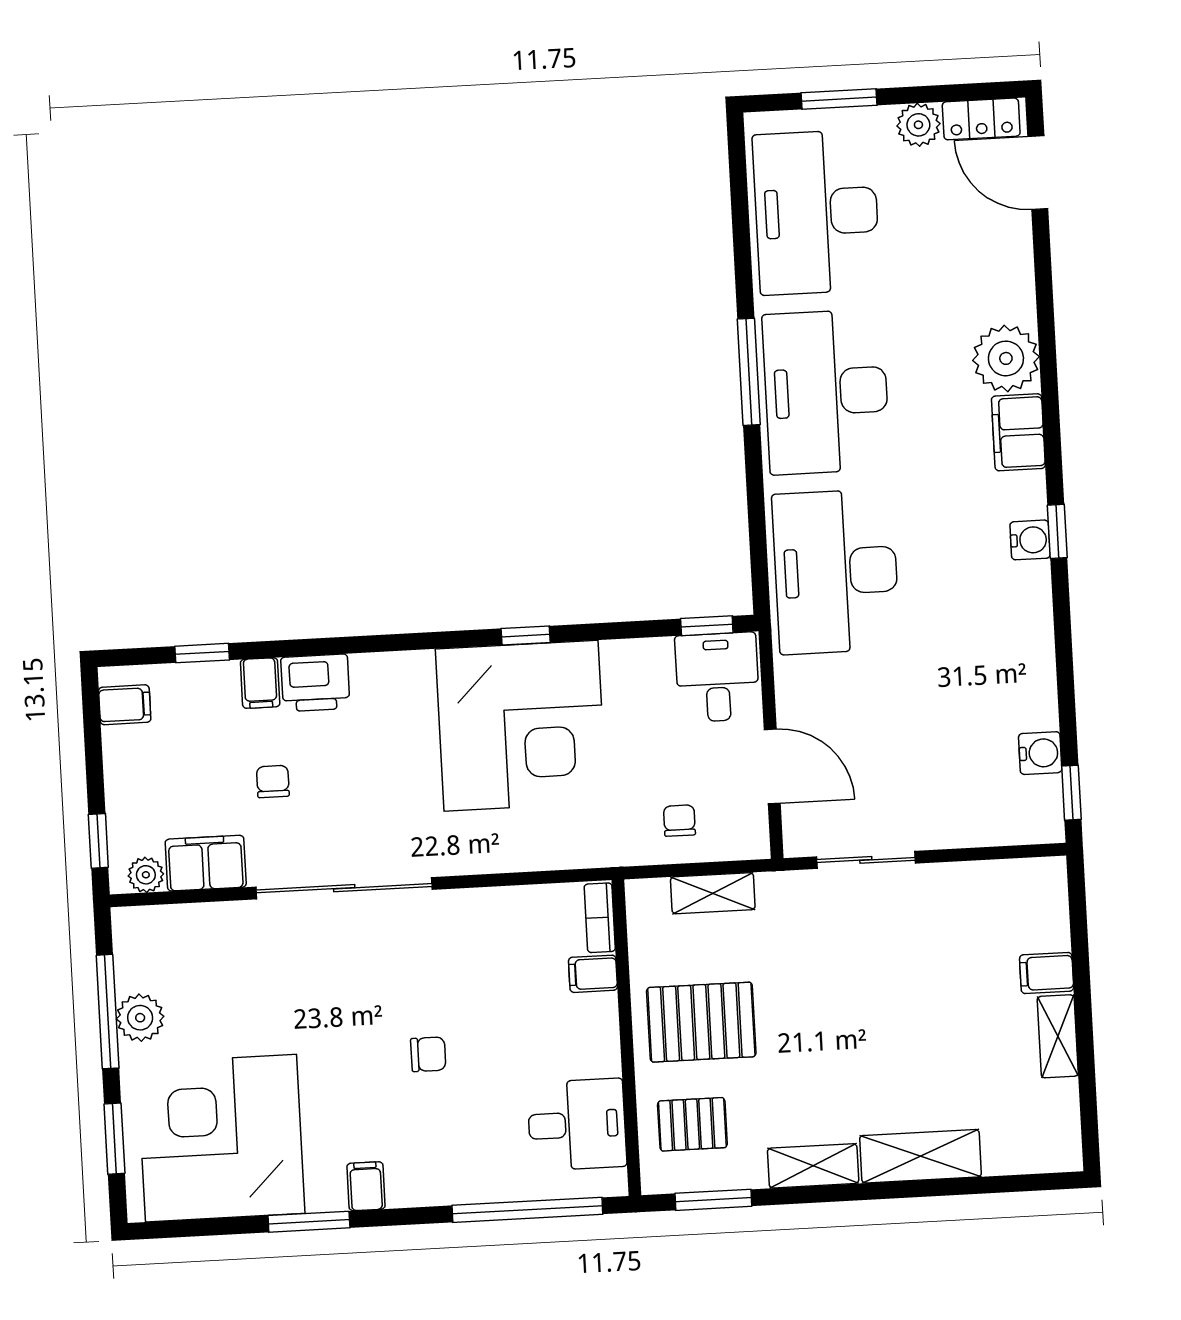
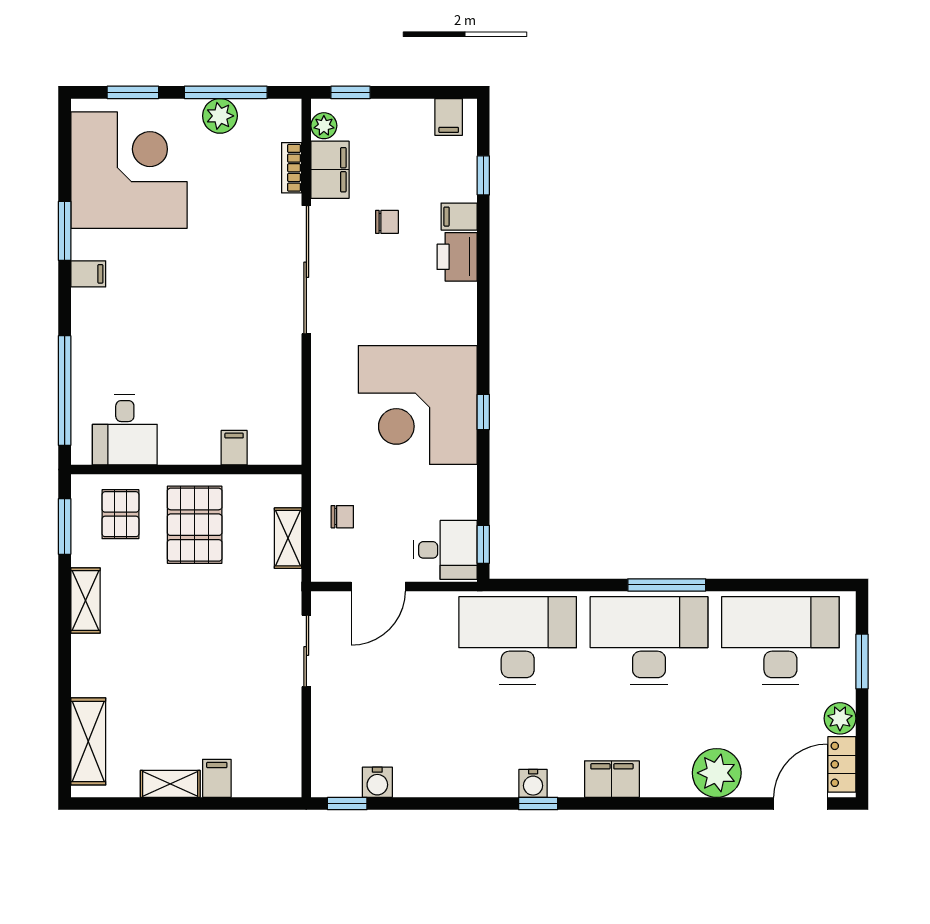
plant: (1006, 358) -> (717, 773), moved
bookcase: (600, 918) -> (292, 168), moved, turned -90
chair: (428, 1054) -> (182, 324), removed
shelving: (920, 1156) -> (88, 741), moved

